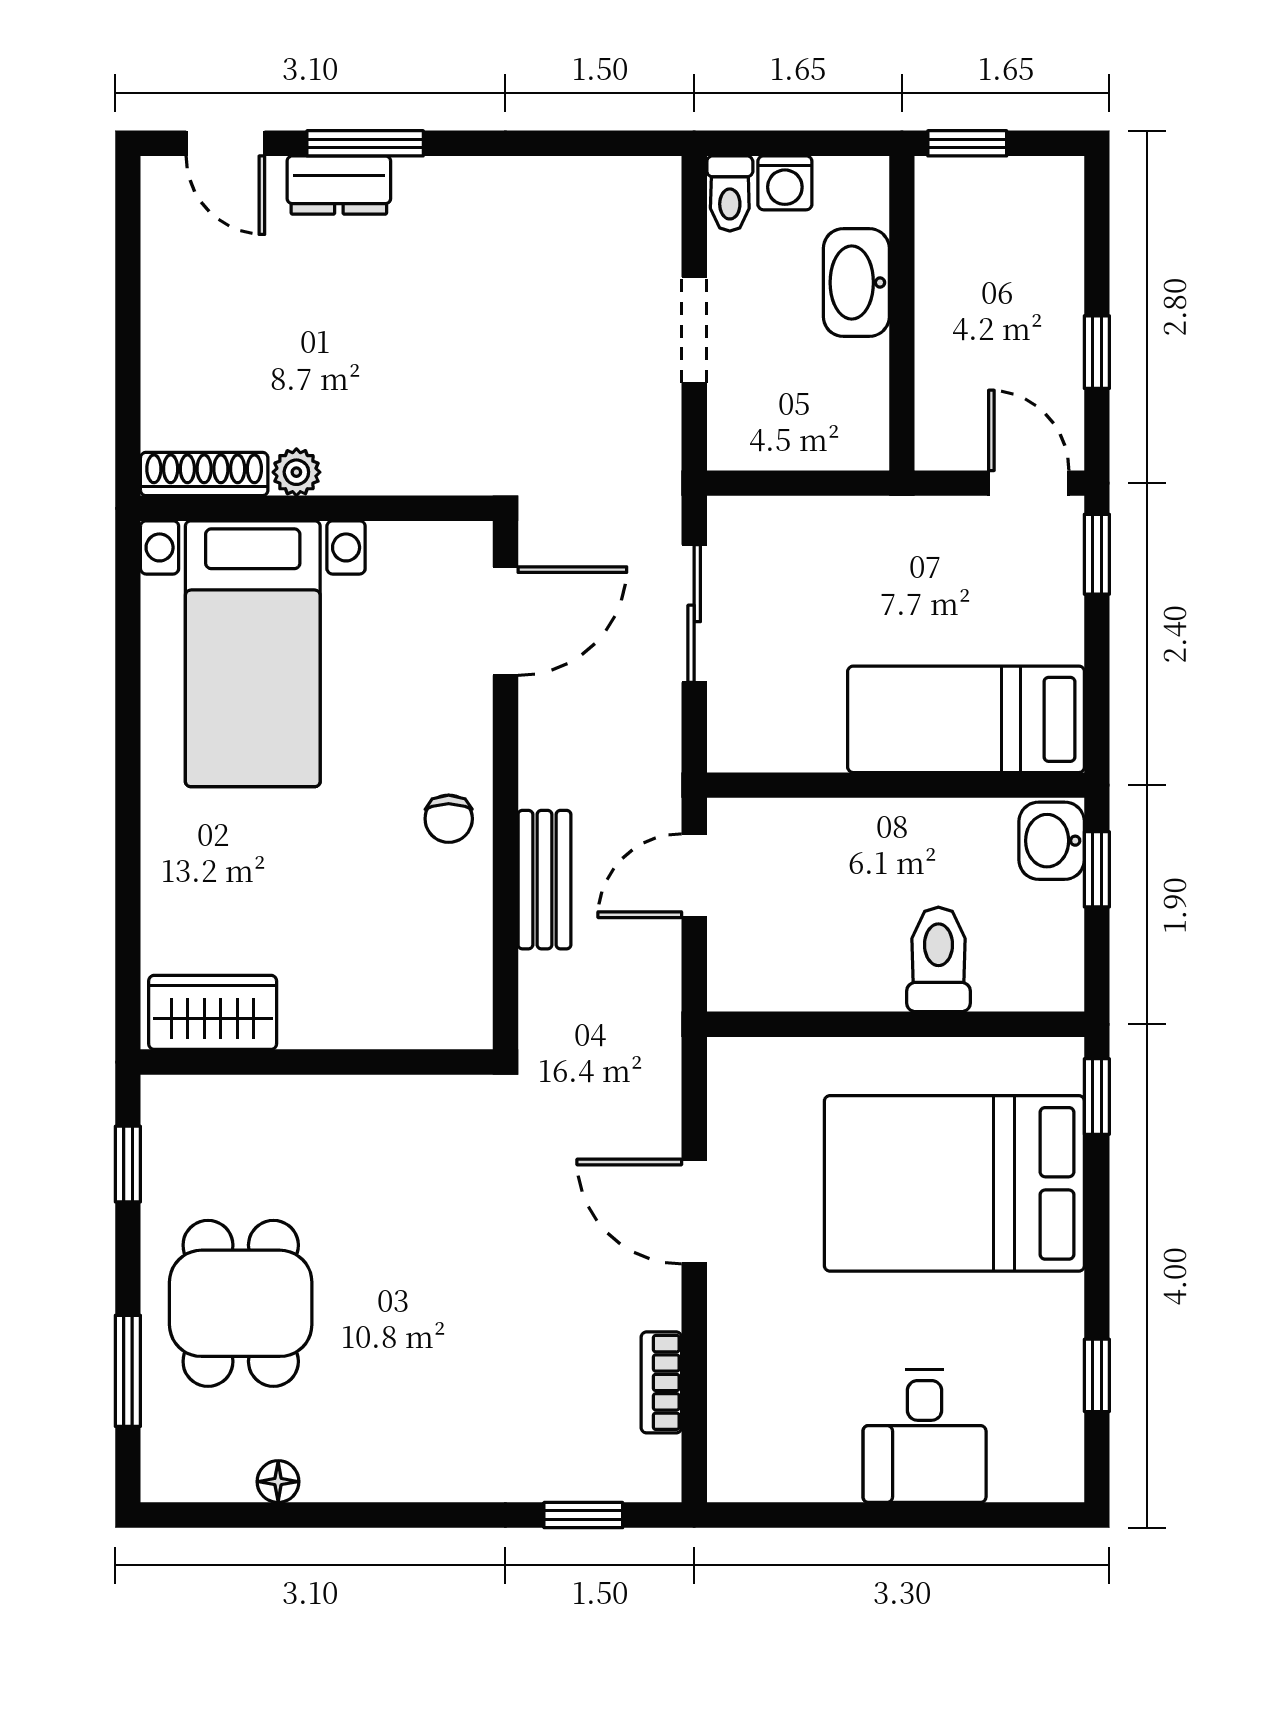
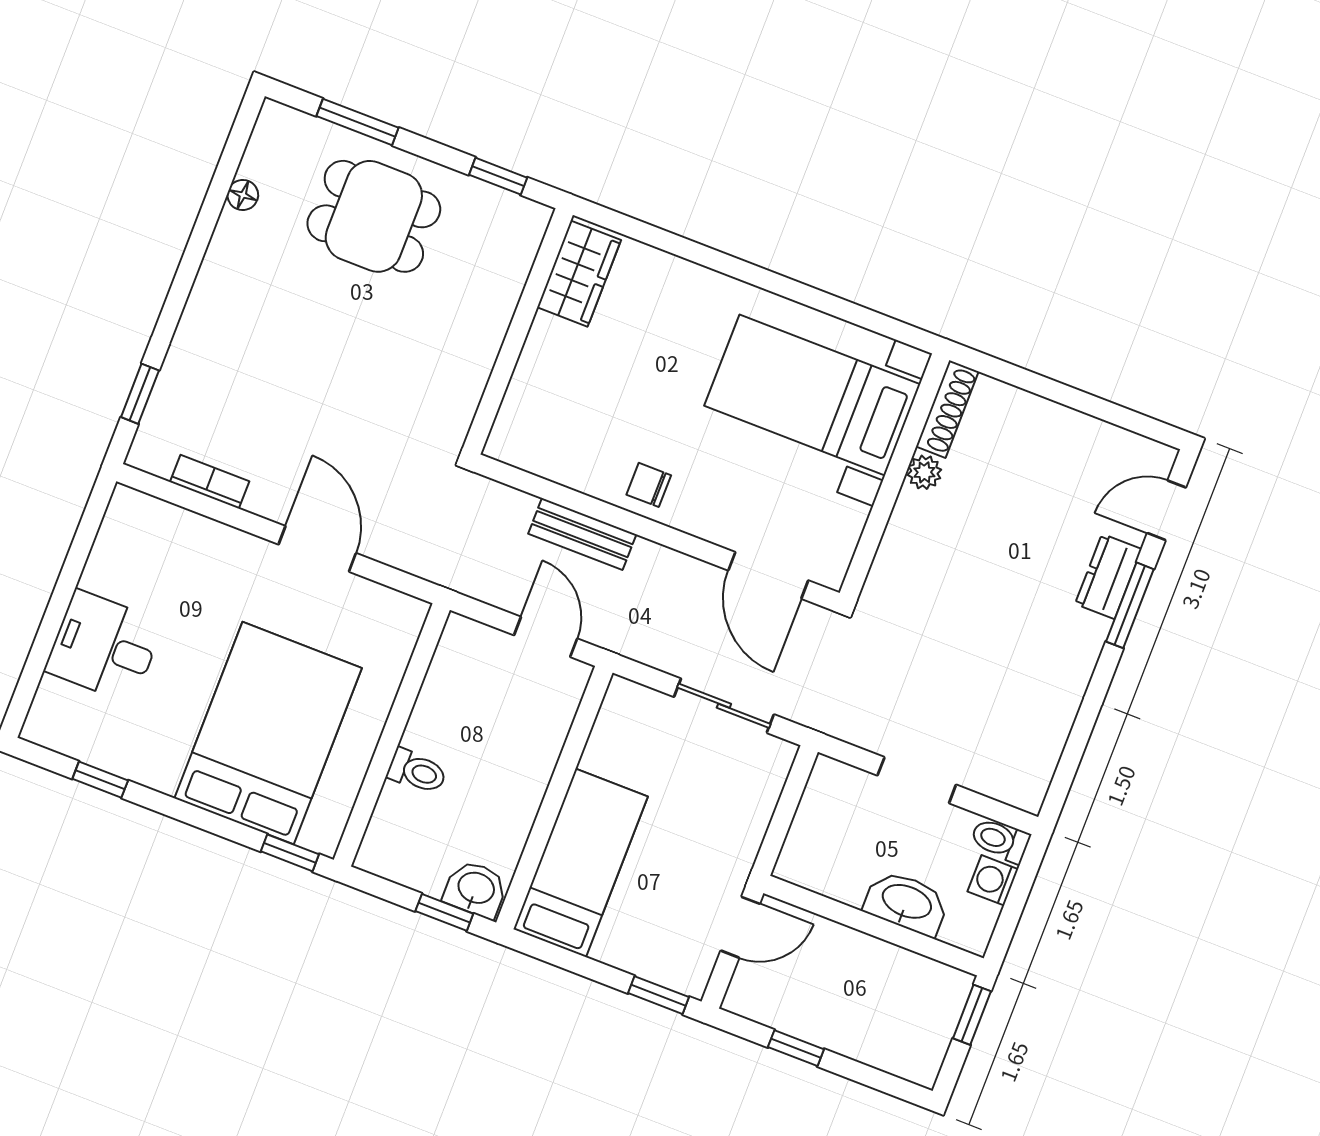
door: (1029, 483) -> (740, 927), moved
toilet: (938, 959) -> (417, 771), width x0.73, depth x0.72
door: (694, 1212) -> (317, 549), hinge flipped

